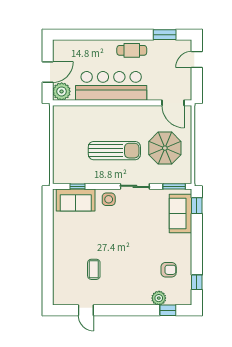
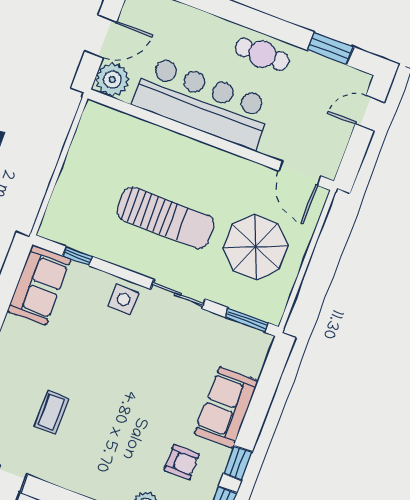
sofa: (76, 200) -> (39, 285), moved, turned -90
window: (197, 206) -> (238, 463), moved
sofa: (181, 213) -> (226, 407), moved

